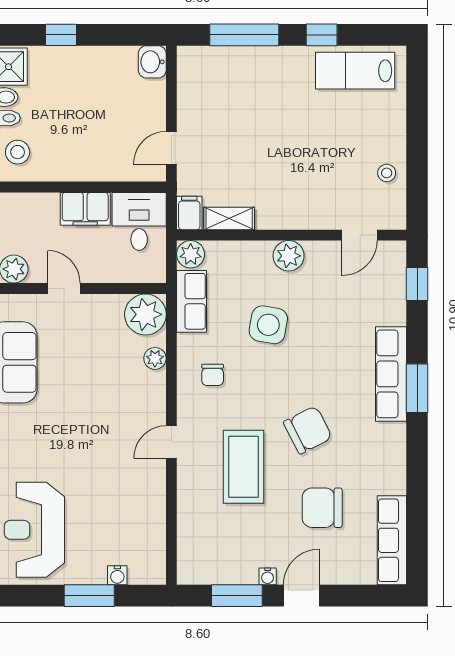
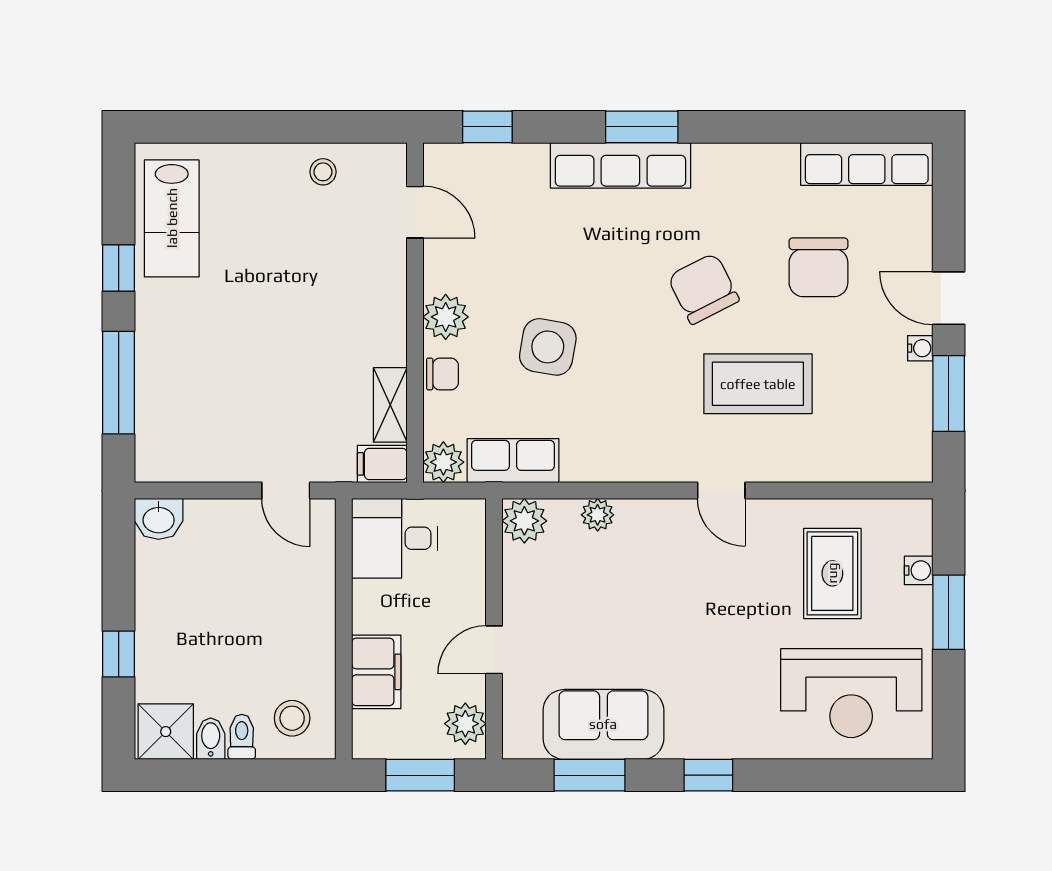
filing cabinet: (85, 209) -> (376, 672), moved
plant: (145, 314) -> (524, 521), width x0.73, depth x0.73
chair: (213, 375) -> (442, 374), moved
rug: (115, 517) -> (832, 573), added

